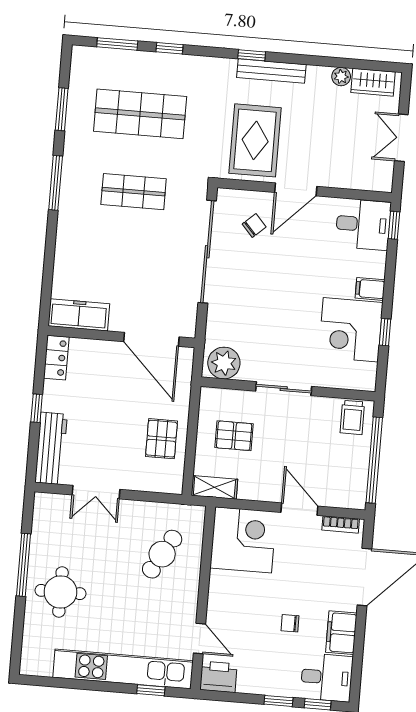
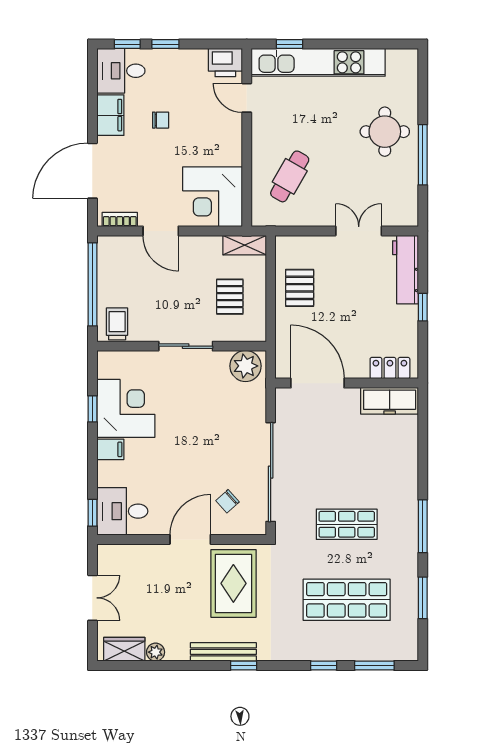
locker: (56, 358) -> (390, 368), moved, turned 90
pallet: (234, 436) -> (230, 297), turned 90

